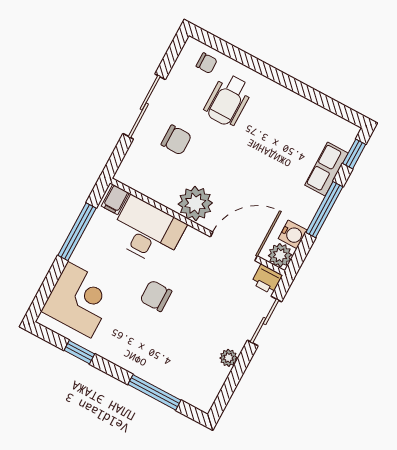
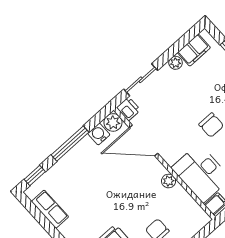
row of seats: (326, 169) -> (50, 209), moved, turned -90
plant: (195, 204) -> (169, 181), width x0.53, depth x0.53
filing cabinet: (211, 382) -> (194, 50), added

